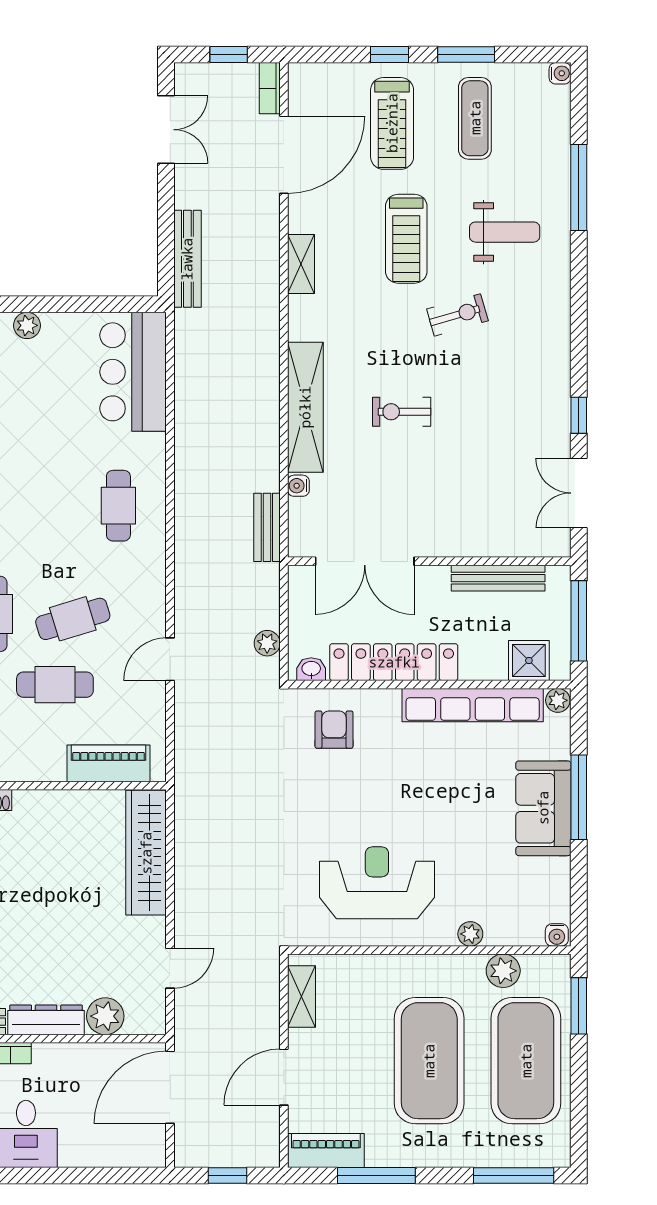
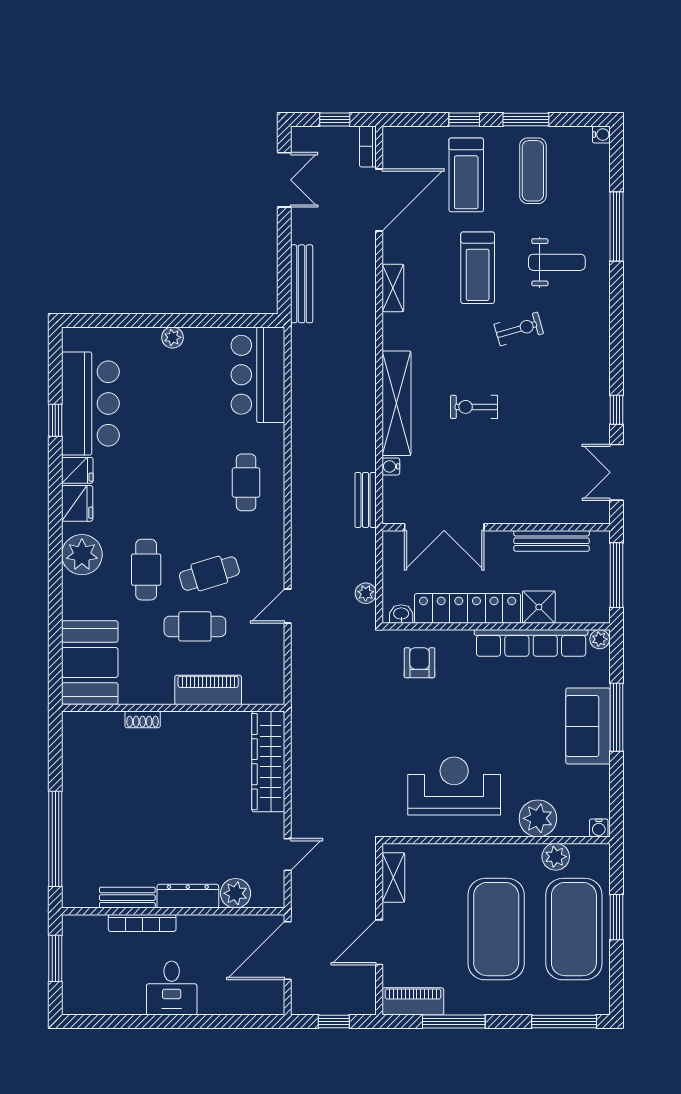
shower: (529, 661) -> (539, 607), moved
piano: (109, 763) -> (208, 690), moved
plant: (470, 934) -> (538, 818), width x1.88, depth x1.88
window: (579, 1006) -> (616, 917), moved

